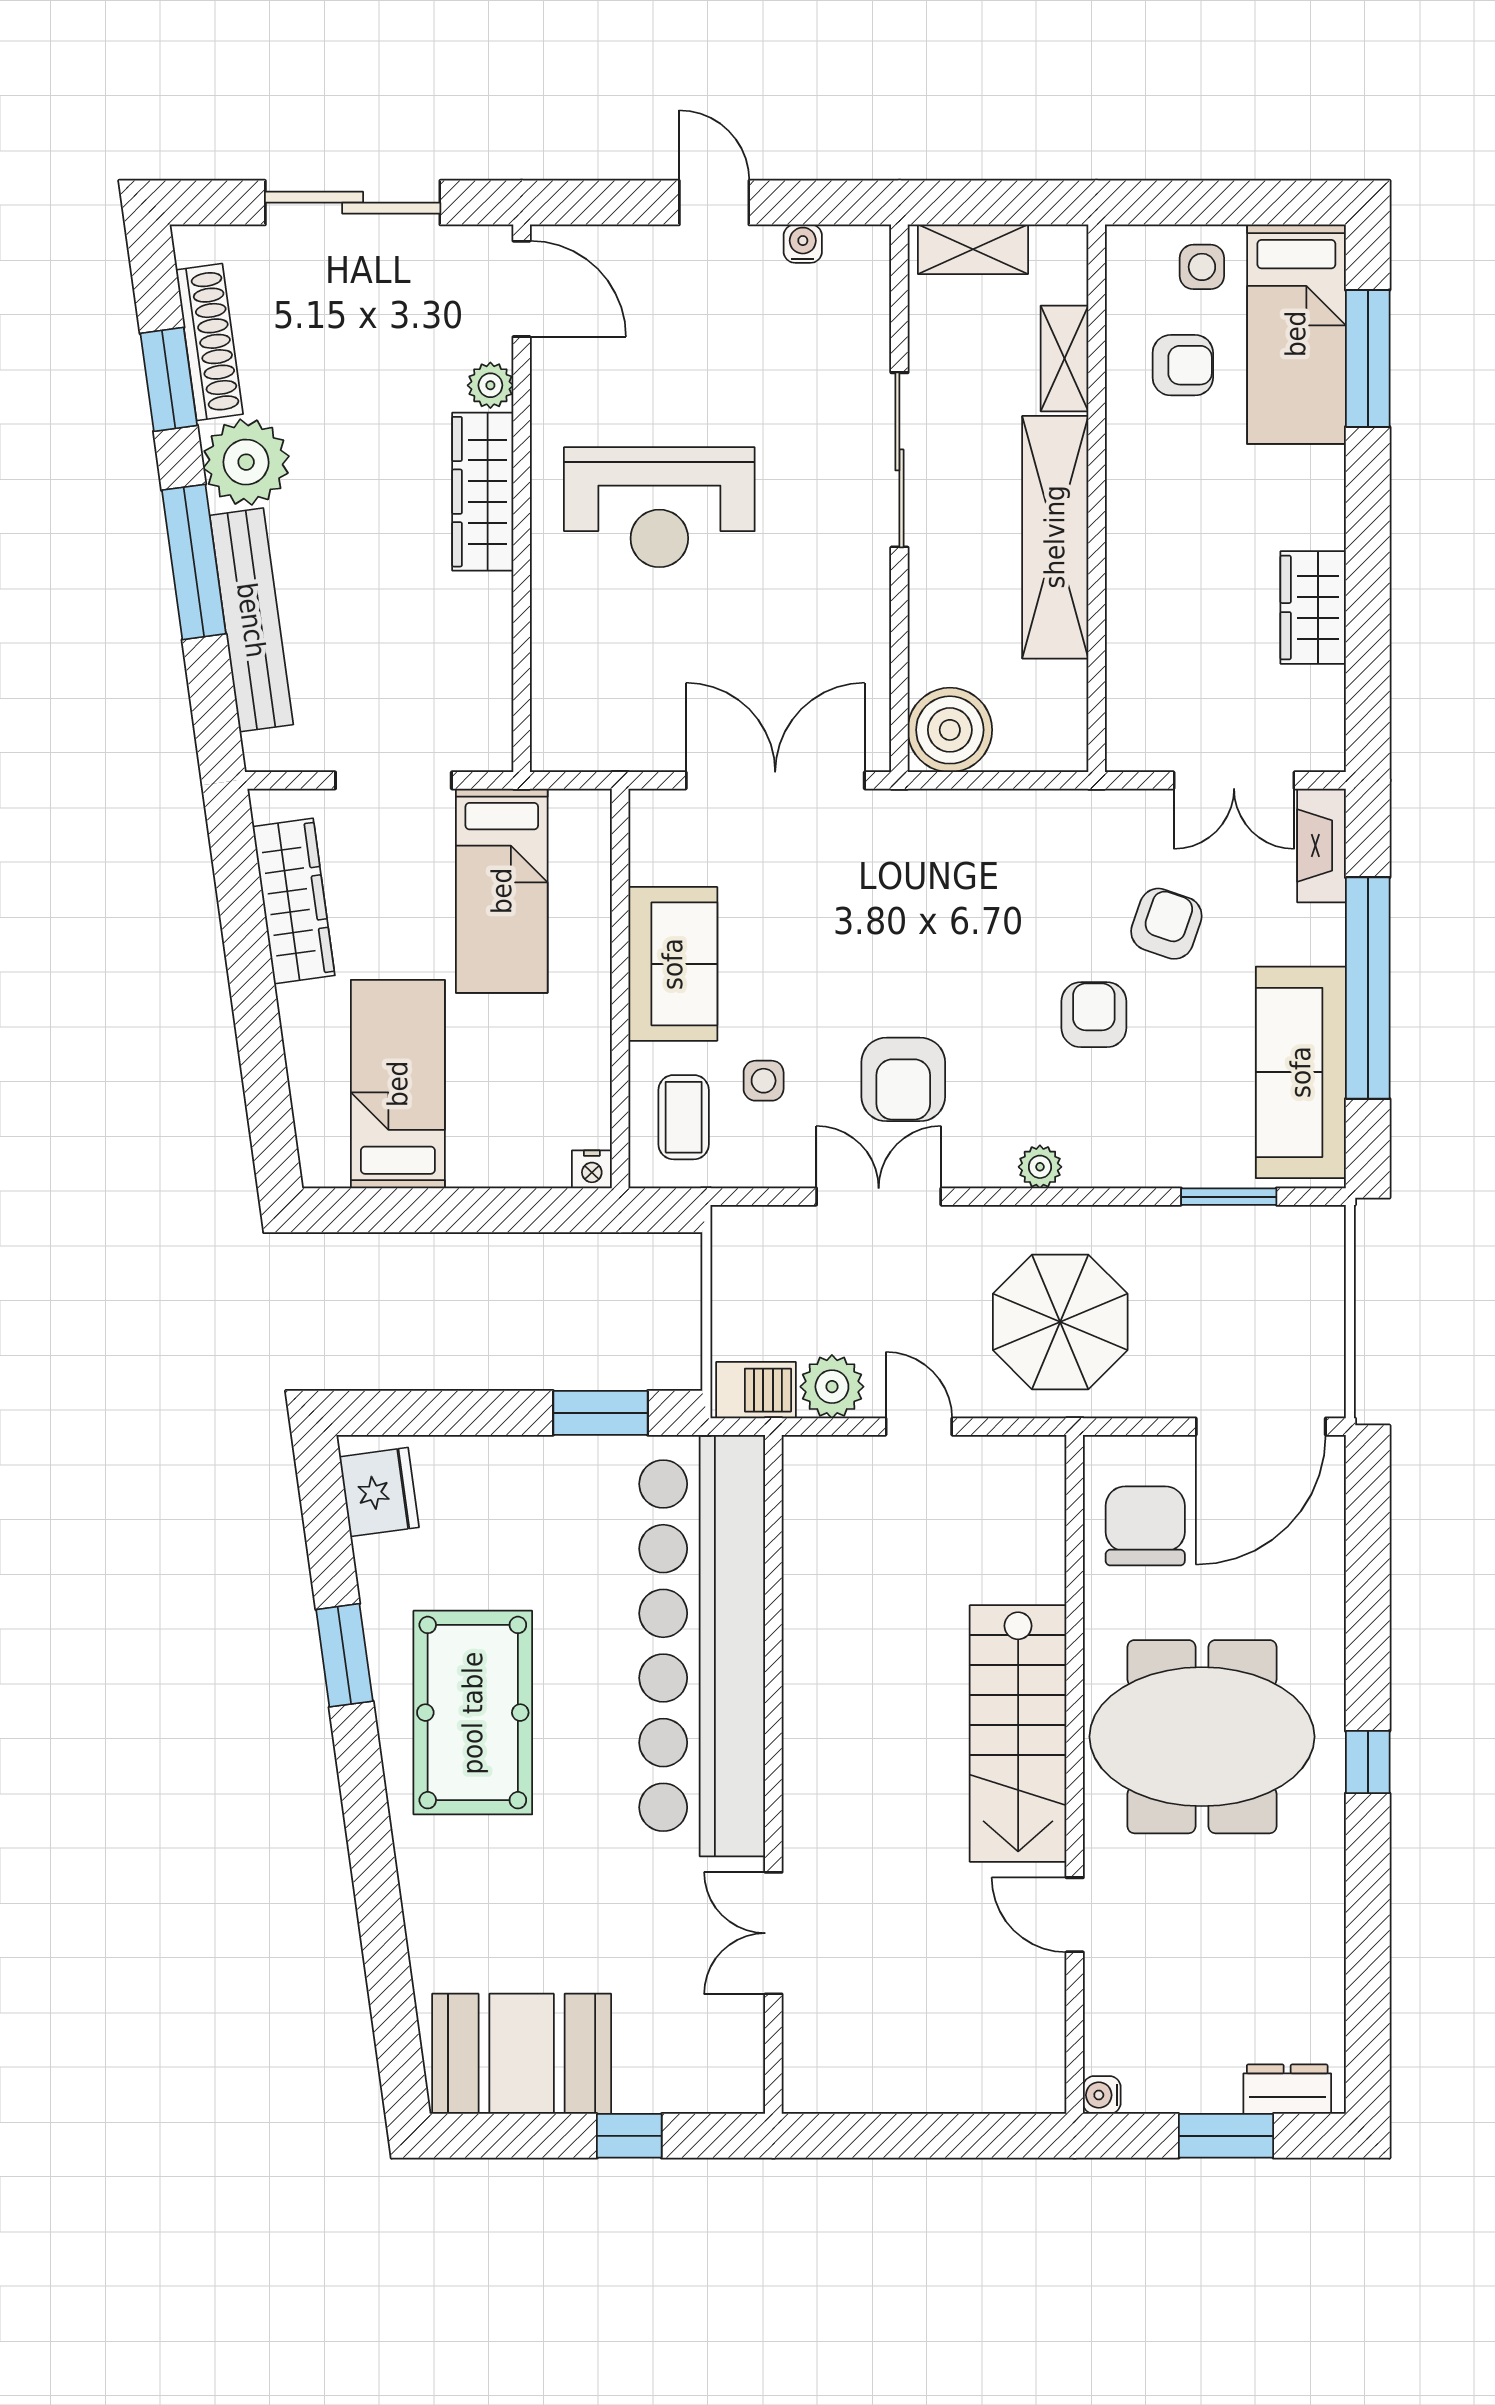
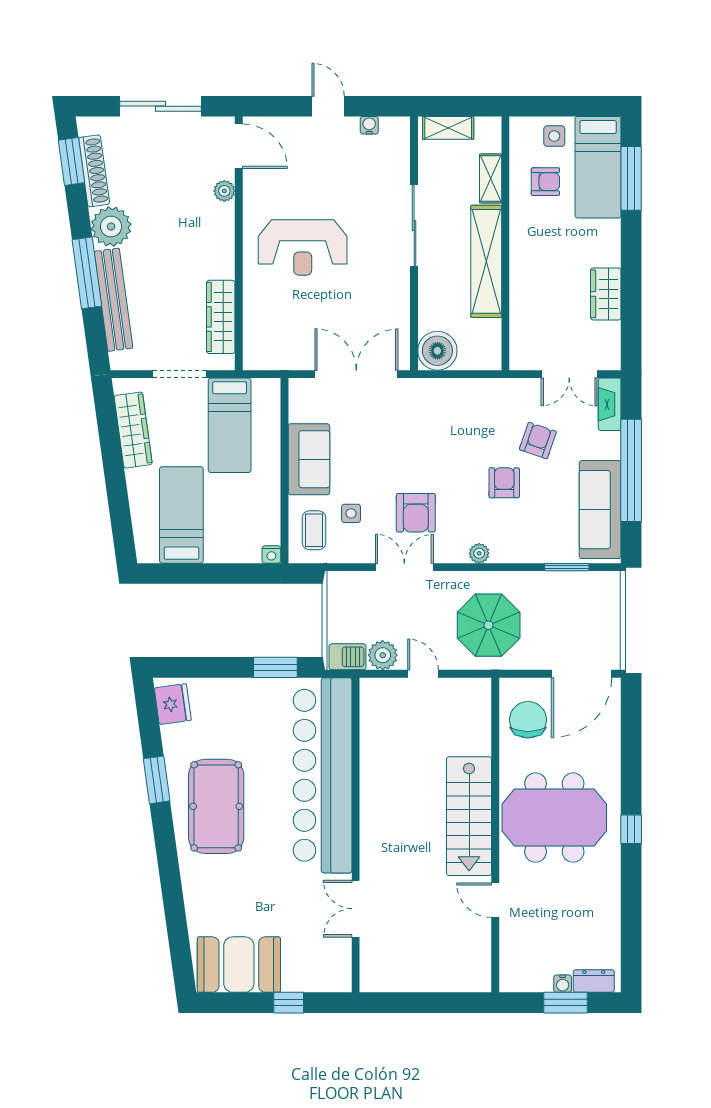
window: (169, 379) -> (72, 161), moved
wardrobe: (483, 492) -> (221, 317), moved
water cooler: (1102, 2095) -> (563, 984), moved, turned -90

